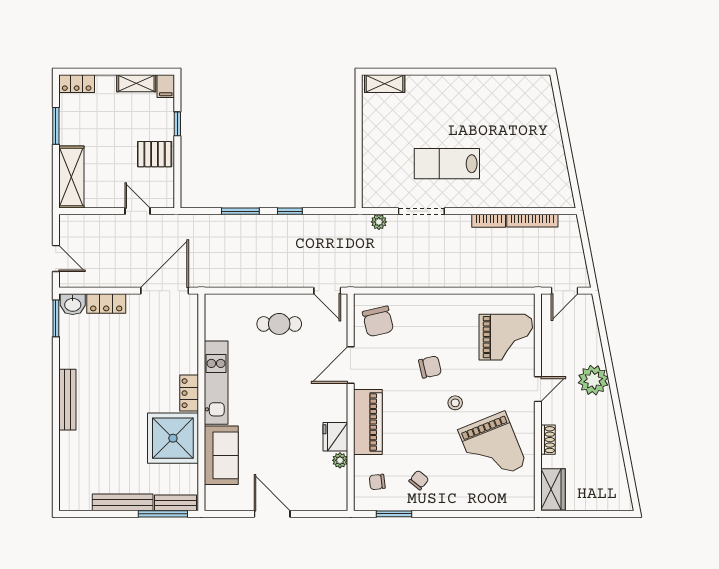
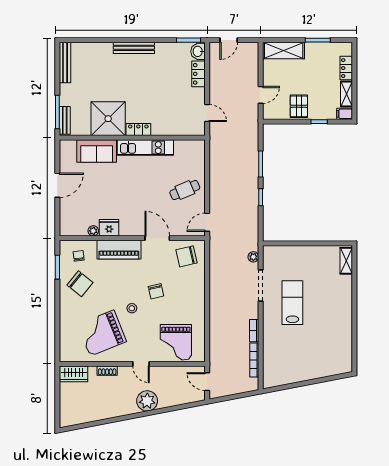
locker: (77, 84) -> (346, 68), moved
door: (165, 291) -> (207, 113), width x0.53
cafe table: (279, 324) -> (185, 190), turned 67
chair: (419, 480) -> (80, 284), width x1.87, depth x1.87
bench: (123, 502) -> (65, 62), moved

